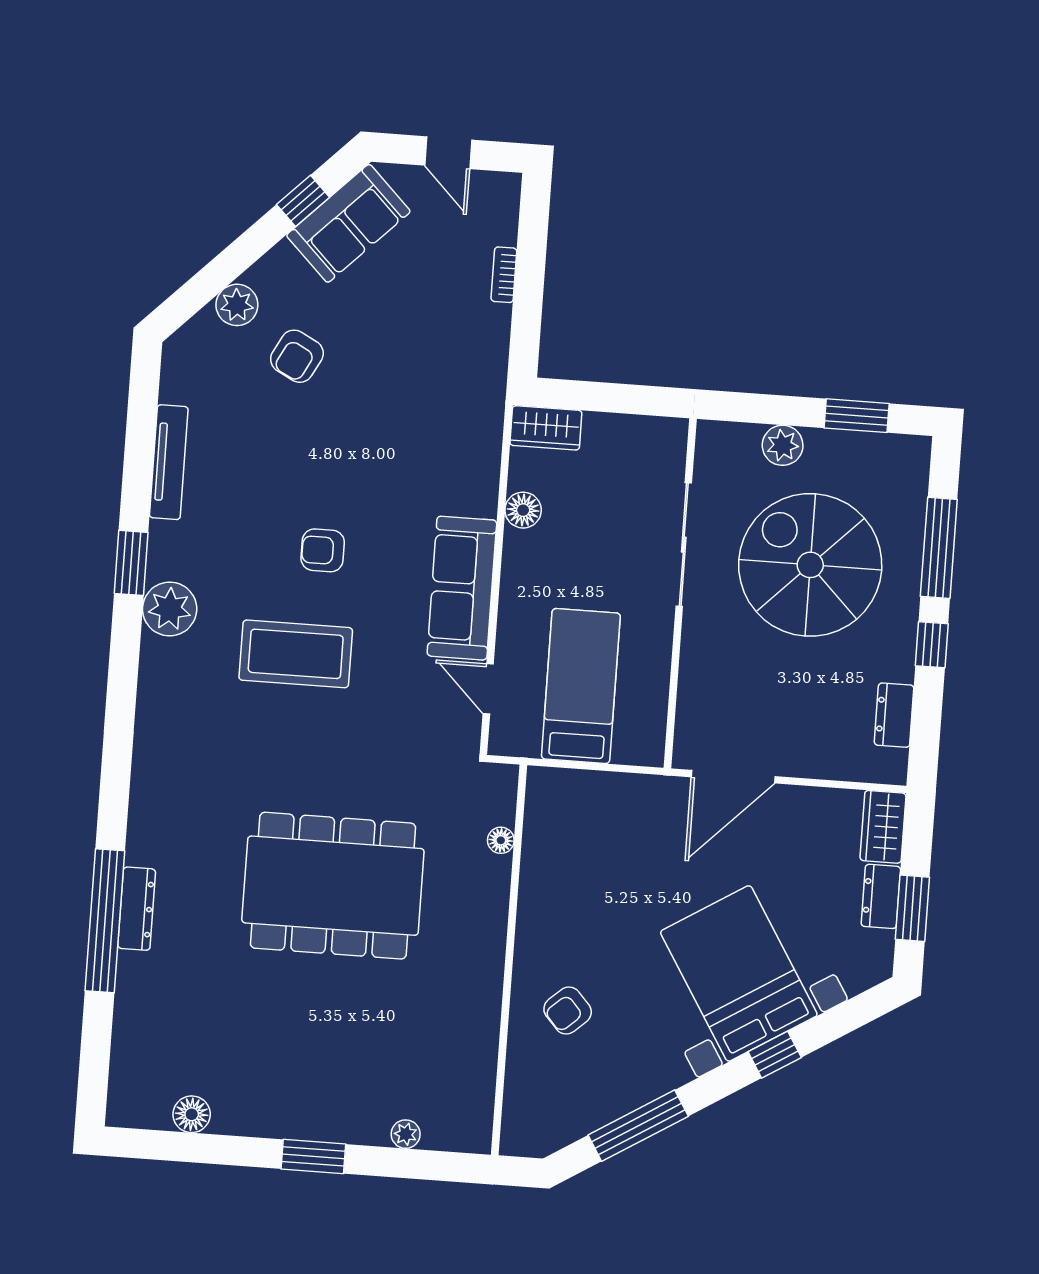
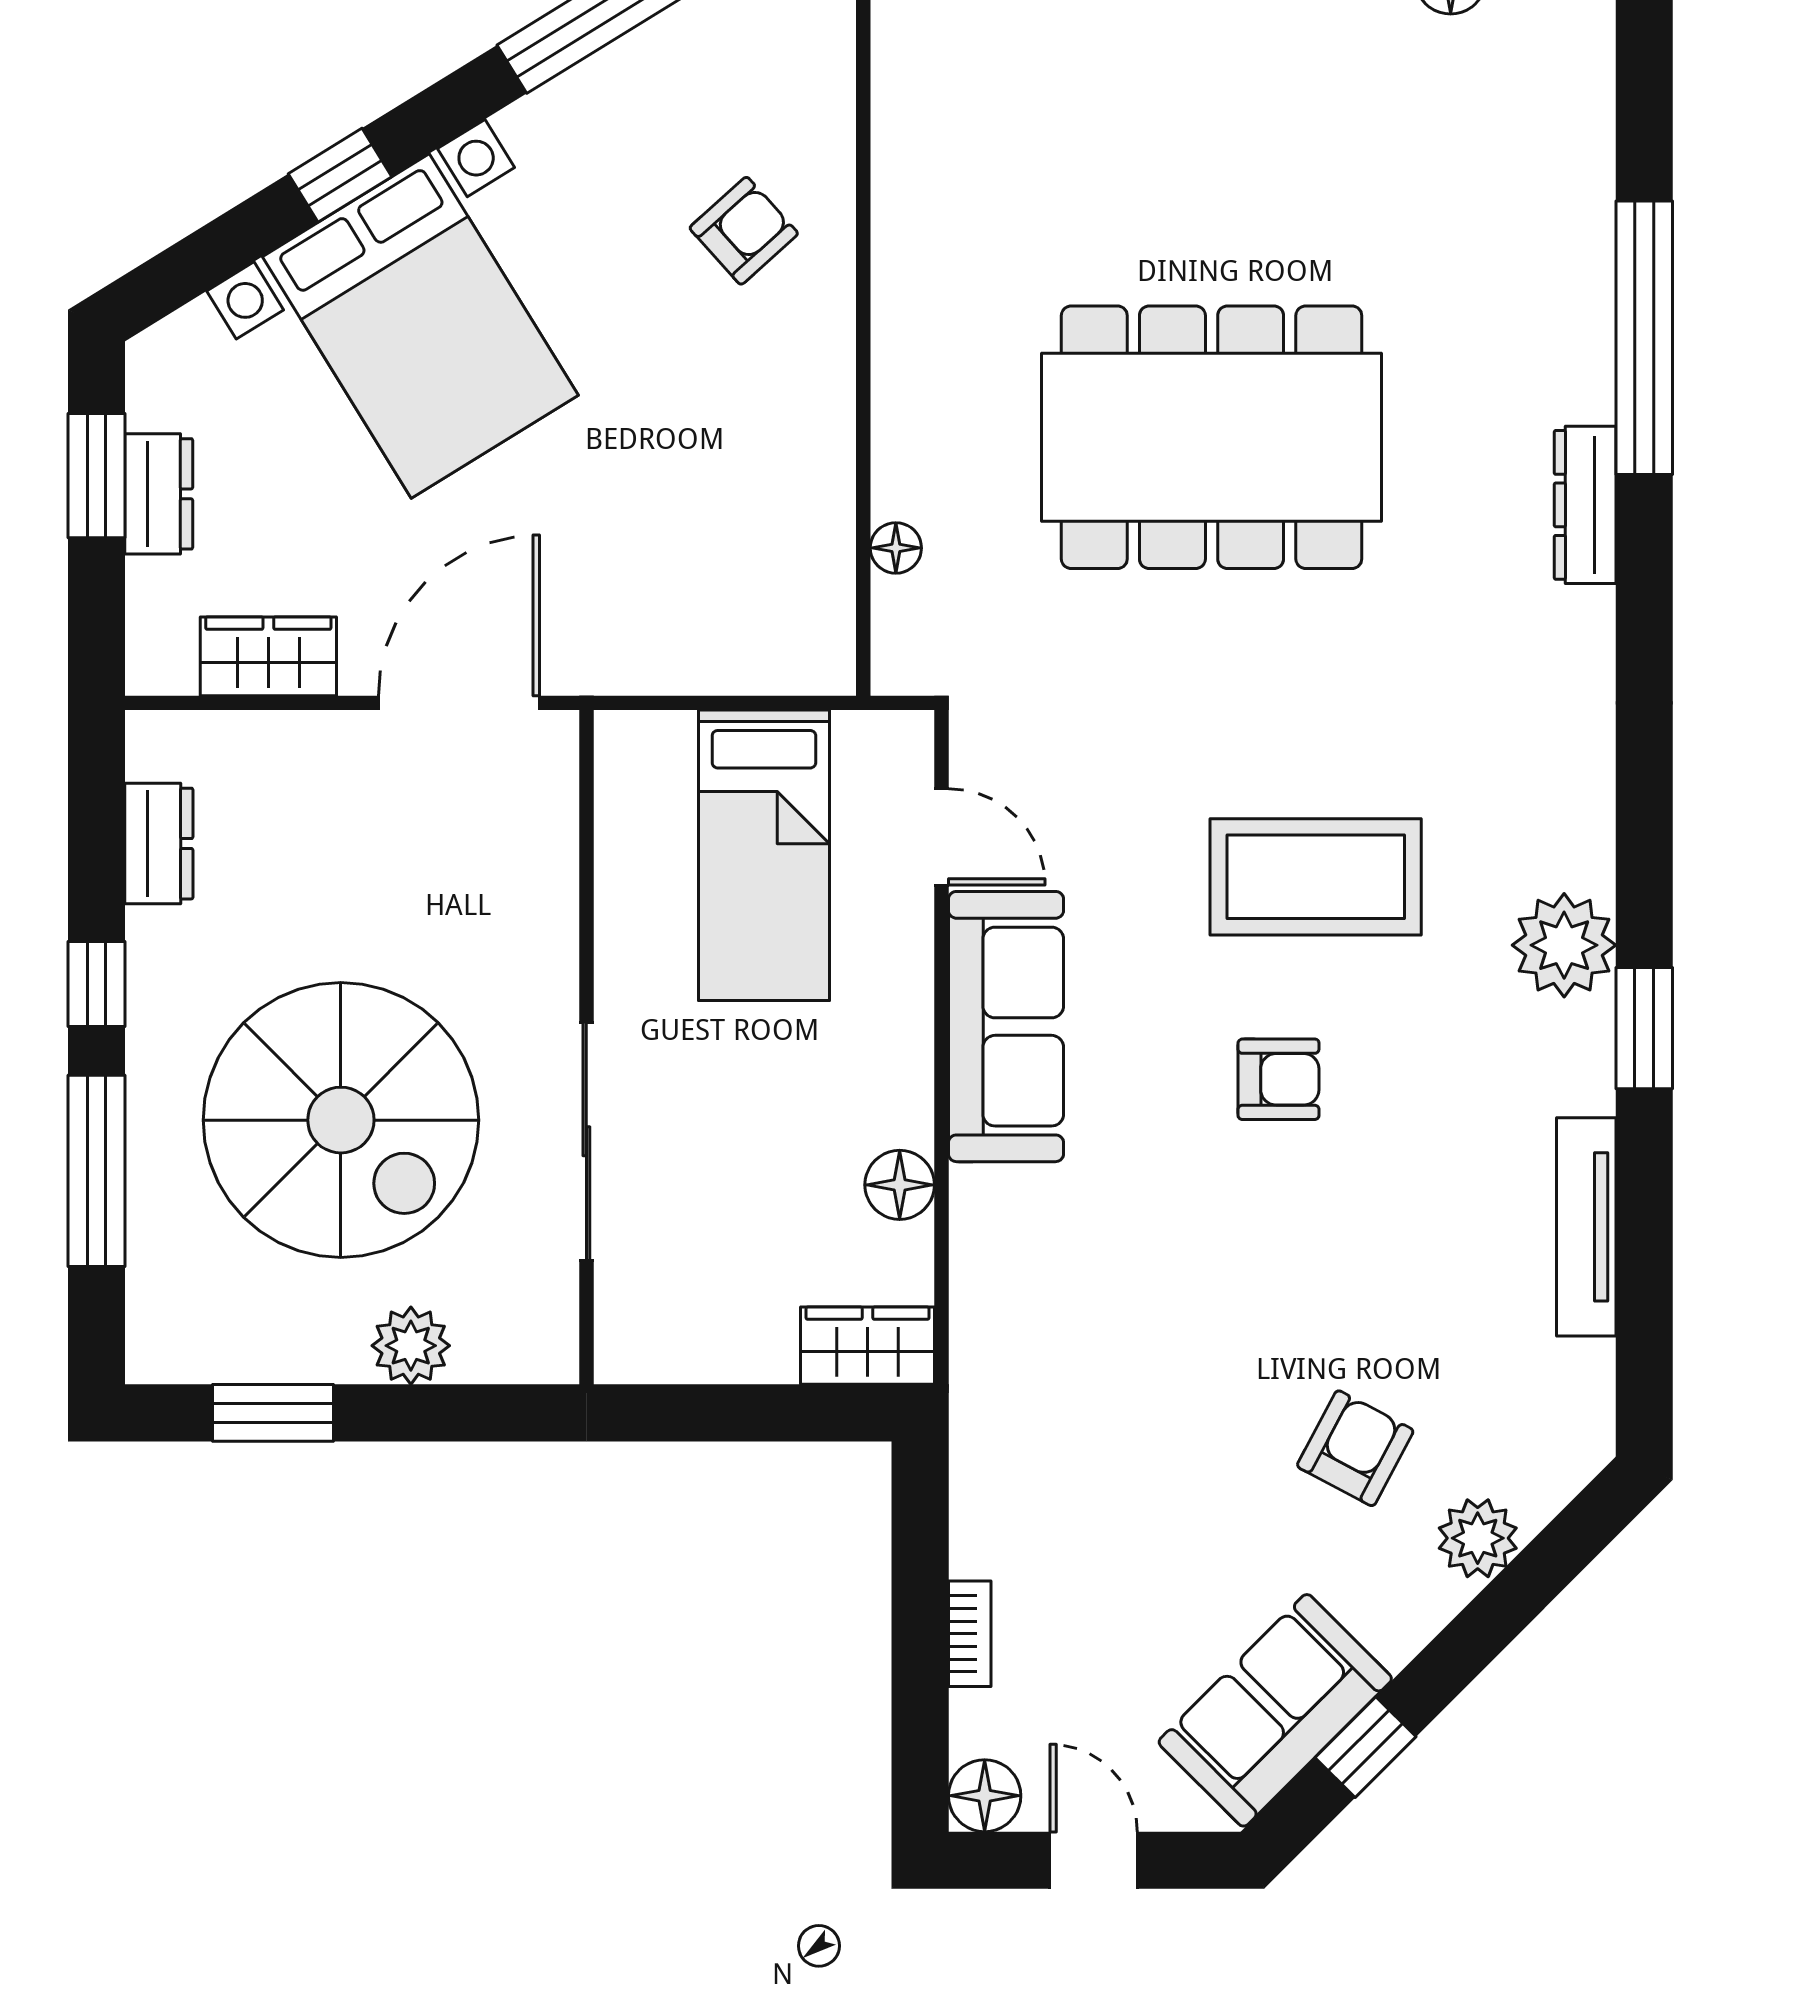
floor lamp: (502, 190) -> (985, 1796), added
wardrobe: (883, 827) -> (268, 656), moved, turned -90
dresser: (137, 909) -> (1585, 505), moved

